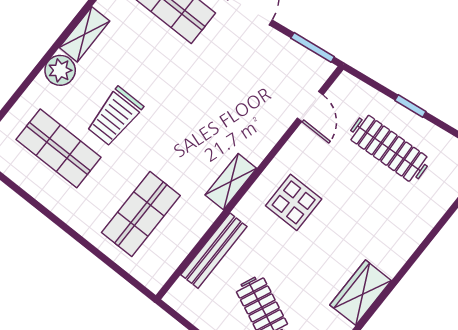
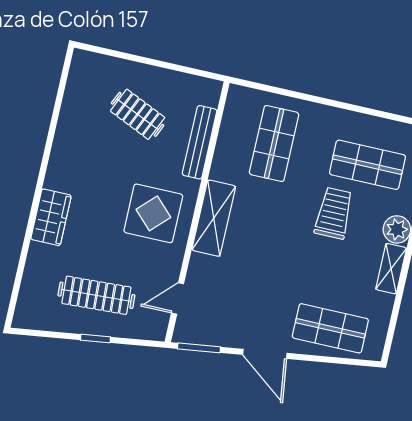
door: (310, 106) -> (178, 298), hinge flipped
shelving: (231, 182) -> (214, 218), width x1.50, depth x1.33
display table: (294, 202) -> (153, 213), width x1.36, depth x1.36
wardrobe: (361, 293) -> (51, 217), moved

